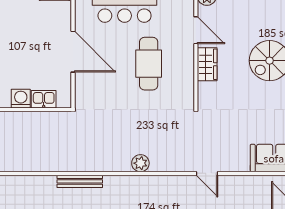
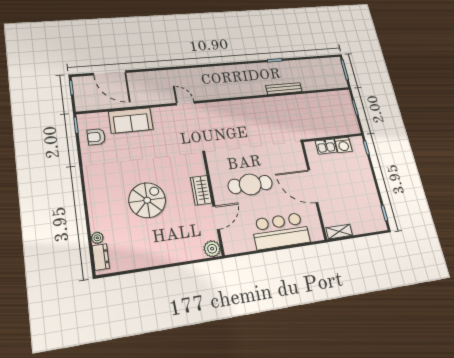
door: (196, 30) -> (216, 218), swing flipped
cafe table: (149, 64) -> (250, 184), turned 90
plant: (140, 163) -> (240, 106), removed

